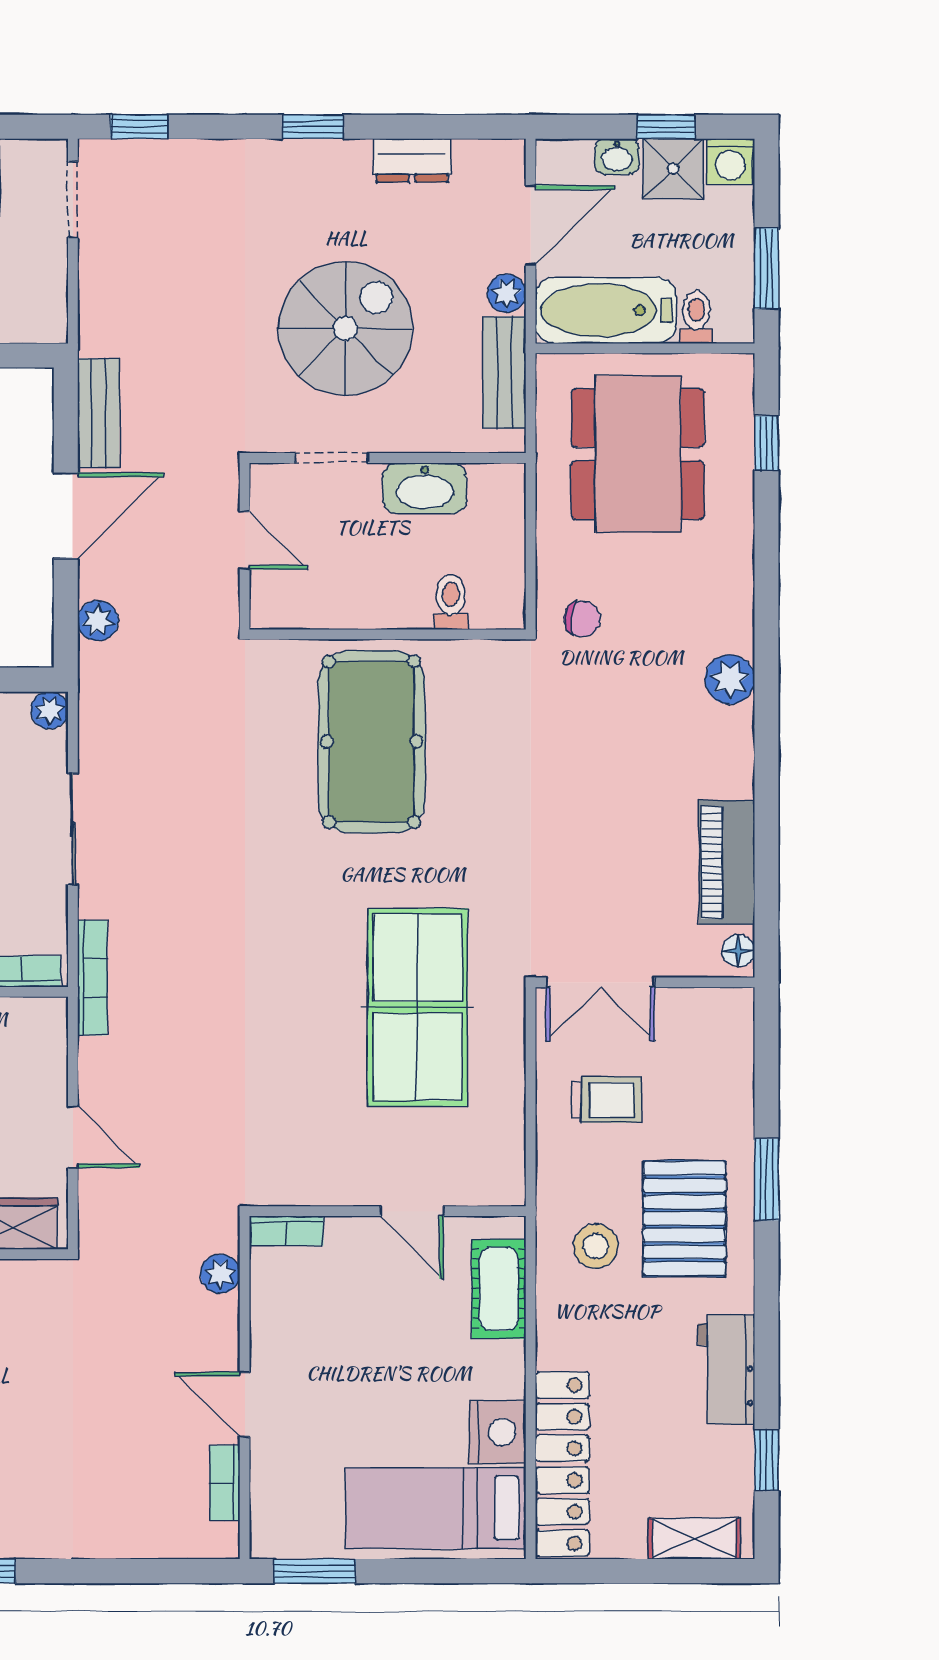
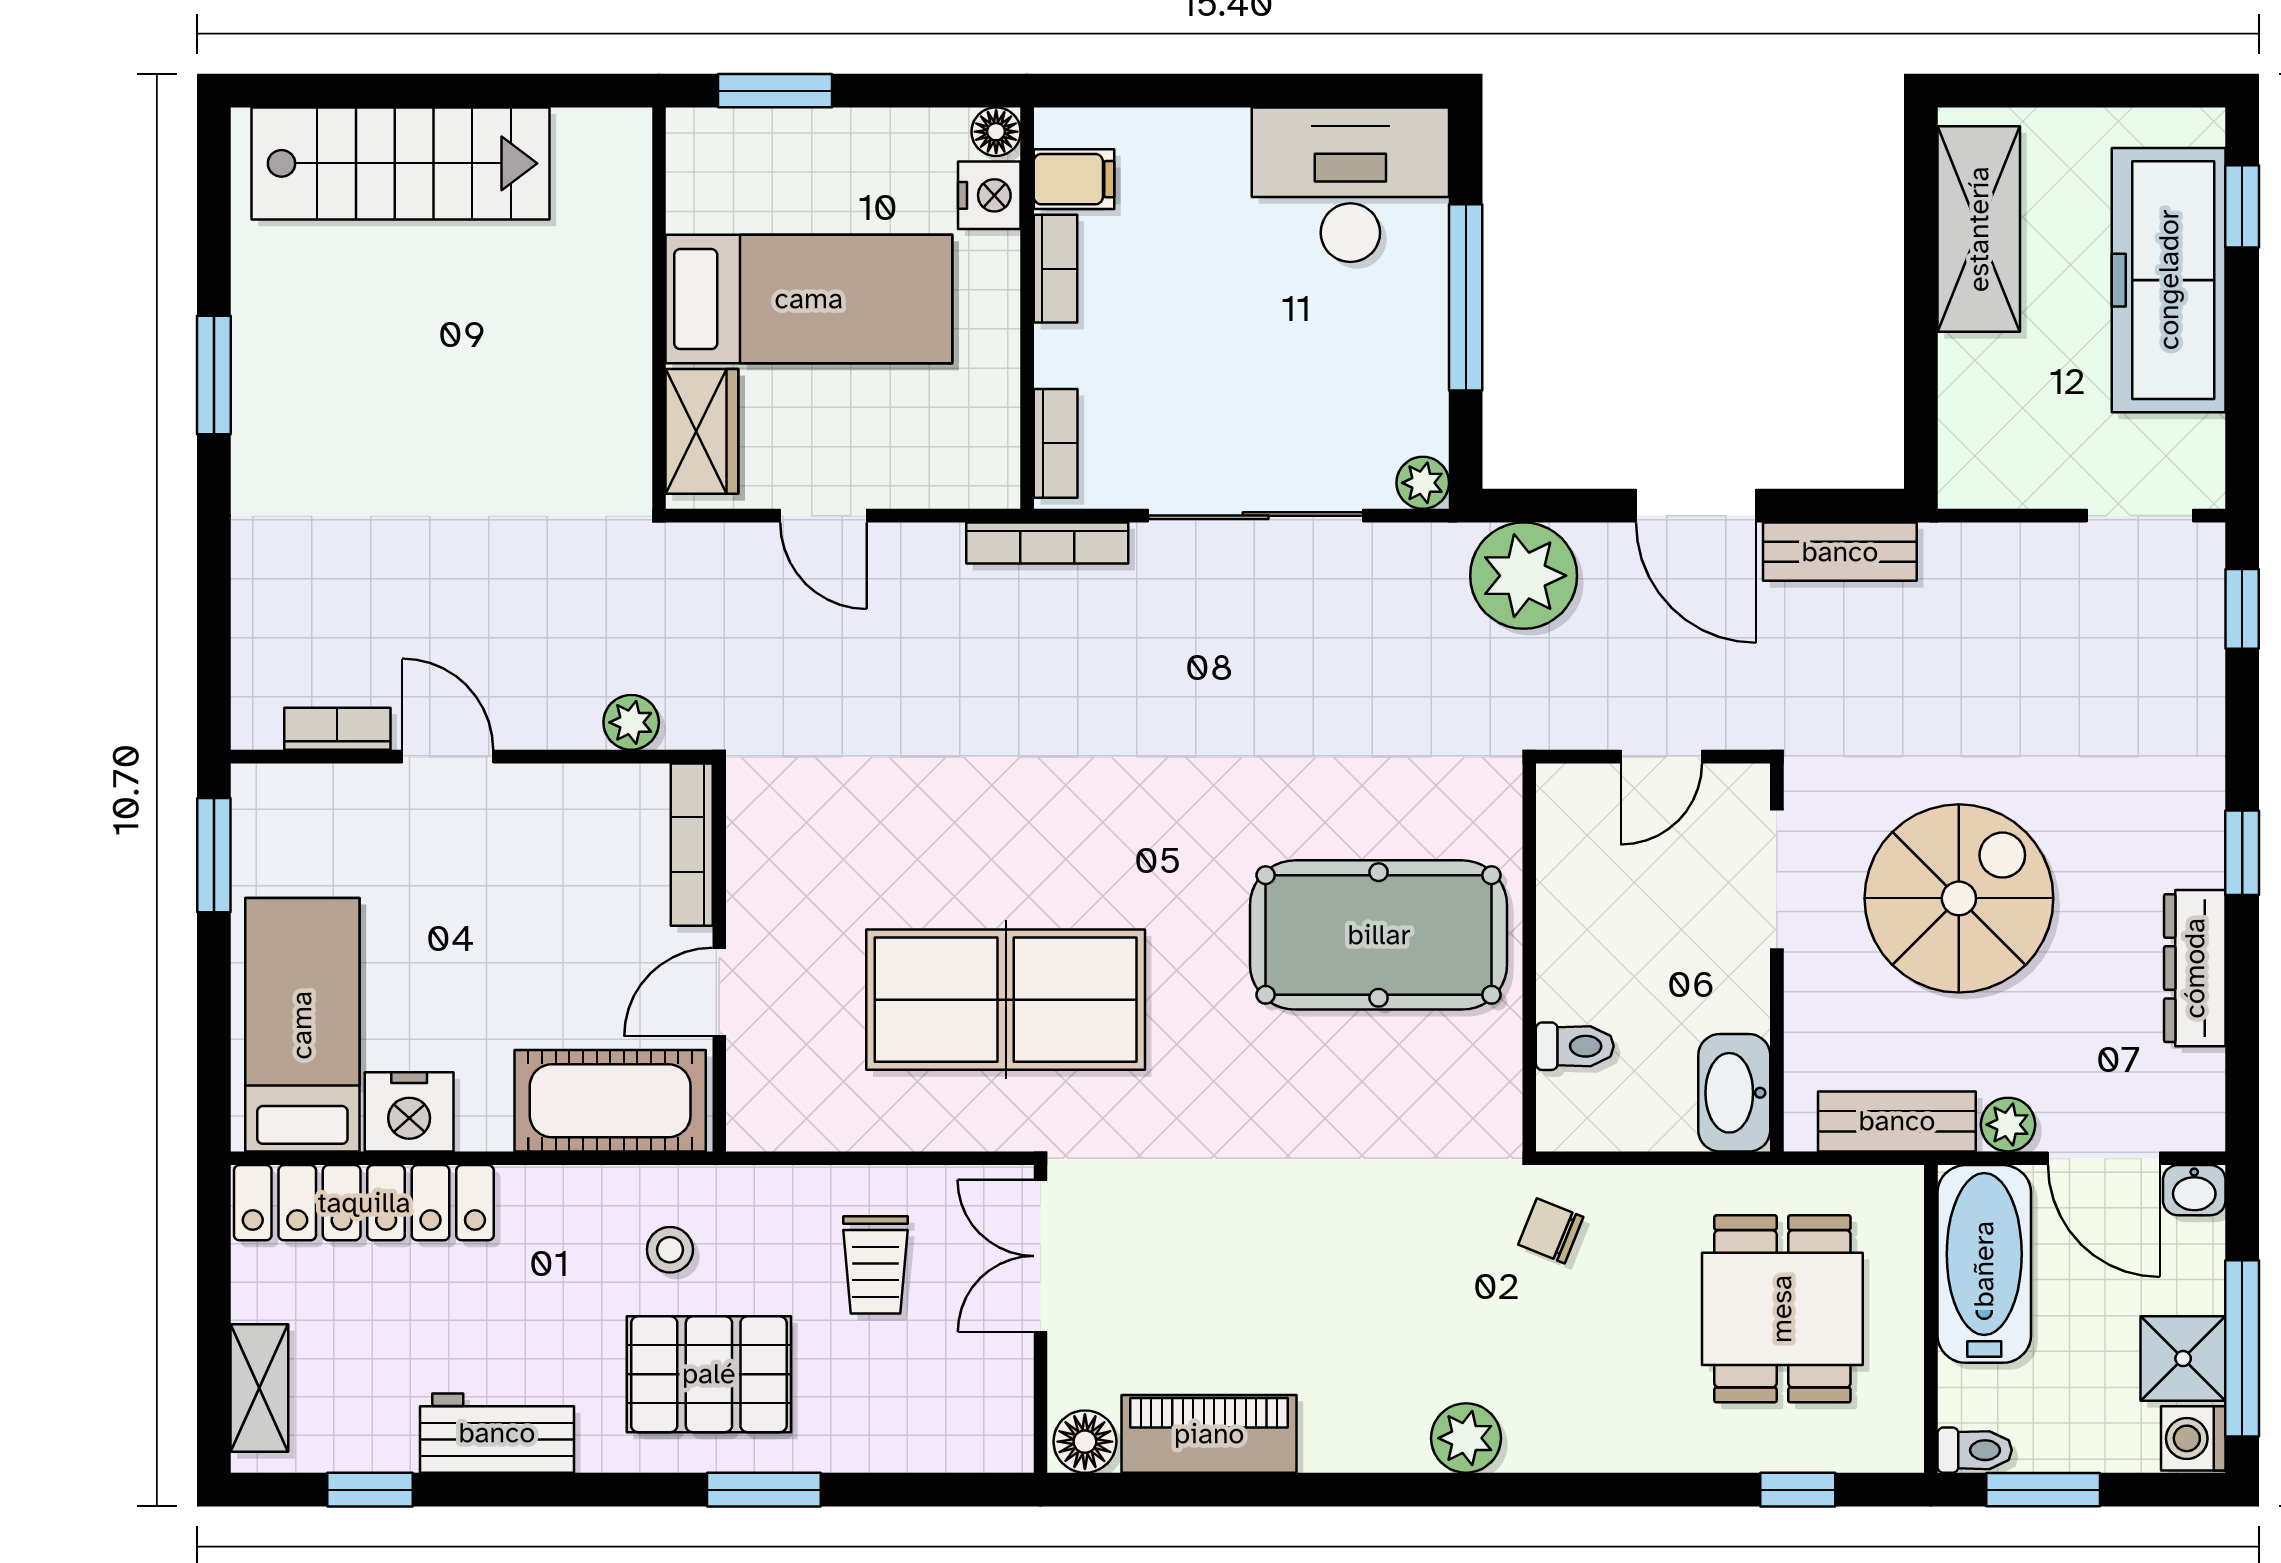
window: (666, 127) -> (2242, 1348), width x2.17
washbasin: (617, 157) -> (2194, 1190), moved, turned -90
dresser: (412, 160) -> (2195, 968), width x1.44
toilet: (696, 317) -> (1975, 1450), moved
spiral stairs: (346, 328) -> (1959, 898), turned -90
dining table: (638, 454) -> (1782, 1309), width x0.73
doorway: (332, 458) -> (1777, 879), width x1.38
washbasin: (425, 488) -> (1734, 1093), moved
chair: (582, 619) -> (1551, 1231), turned 106
plant: (98, 621) -> (1524, 576), width x1.87, depth x1.87
sliding door: (73, 829) -> (1256, 516), width x1.37
floor lamp: (738, 951) -> (1085, 1442), width x1.37, depth x1.37
door: (73, 1137) -> (823, 516), hinge flipped
bookcase: (286, 1231) -> (692, 845), width x1.56
stool: (596, 1246) -> (670, 1250), width x0.73, depth x0.73
cot: (499, 1289) -> (610, 1101), width x1.37, depth x1.34
door: (245, 1404) -> (448, 757), hinge flipped

